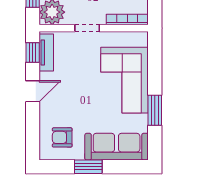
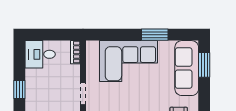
bookcase: (127, 19) -> (75, 52), width x0.64
window: (88, 167) -> (204, 65), moved

